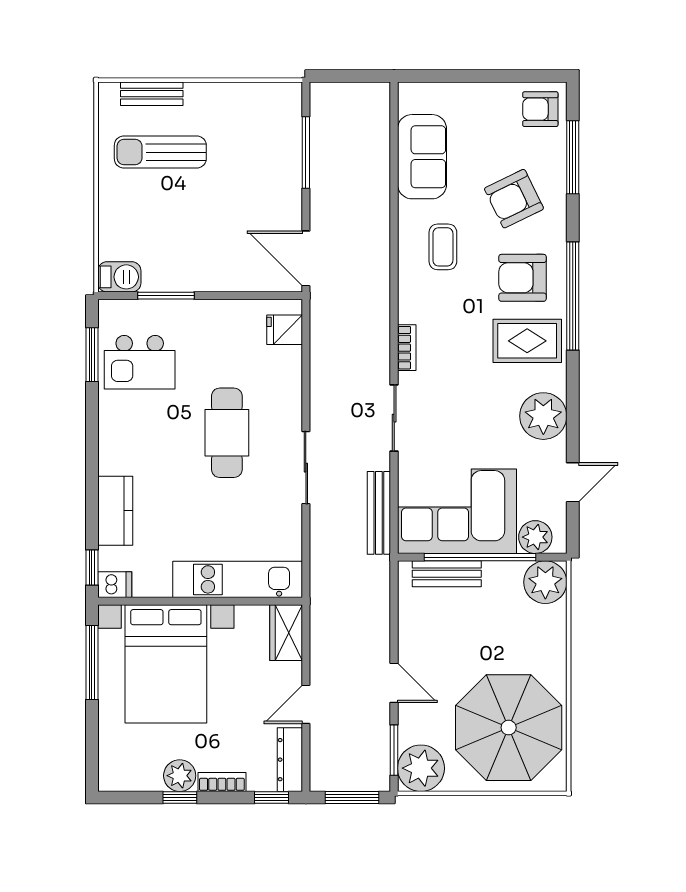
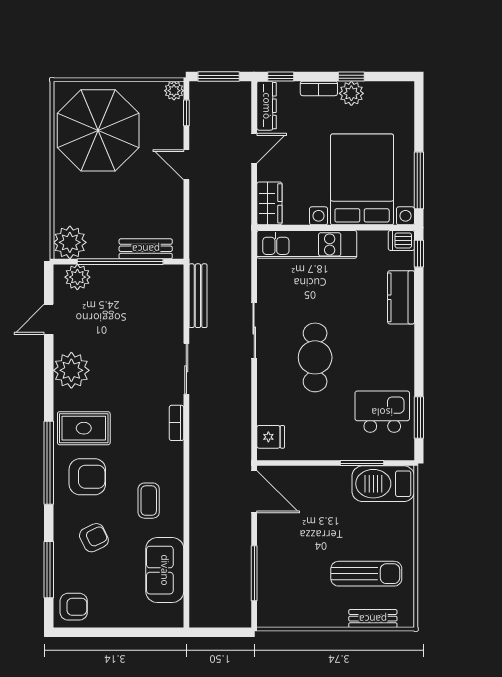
armchair: (514, 199) -> (94, 538), width x0.72, depth x0.72
barbecue: (119, 277) -> (383, 484), width x1.88, depth x1.53
corner sofa: (457, 511) -> (138, 297), removed
window: (394, 750) -> (186, 113), width x0.67
plant: (421, 768) -> (174, 91), width x0.53, depth x0.53

